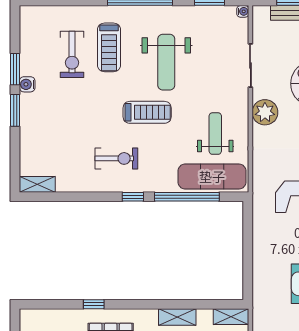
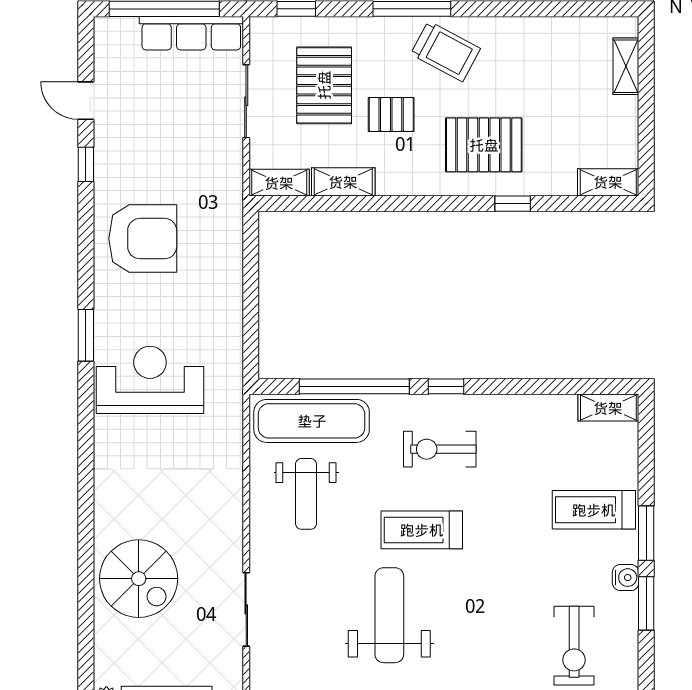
treadmill: (109, 47) -> (594, 510), moved, turned -90
exercise bike: (72, 54) -> (574, 646), moved, turned 180
plant: (265, 112) -> (222, 530), removed
exercise bike: (116, 158) -> (440, 449), moved
shelving: (37, 317) -> (608, 182), added
shelving: (177, 317) -> (343, 182), moved

